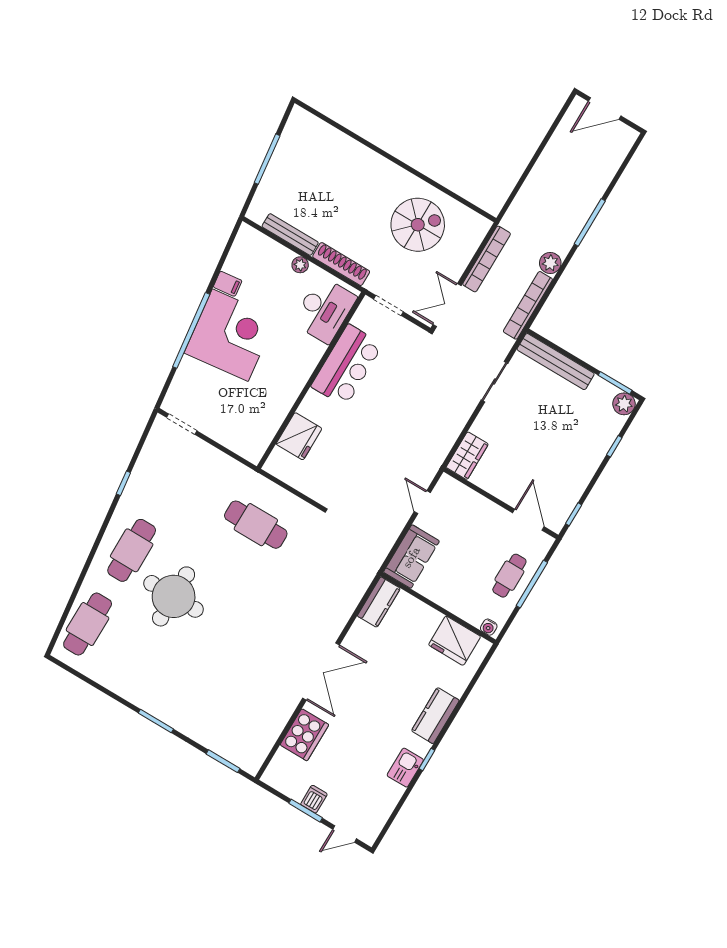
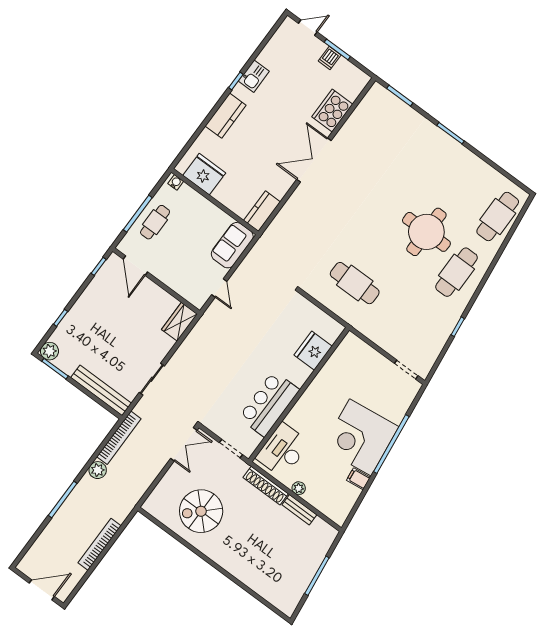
bench: (290, 234) -> (299, 510), width x0.73
bookcase: (487, 259) -> (100, 544), moved

